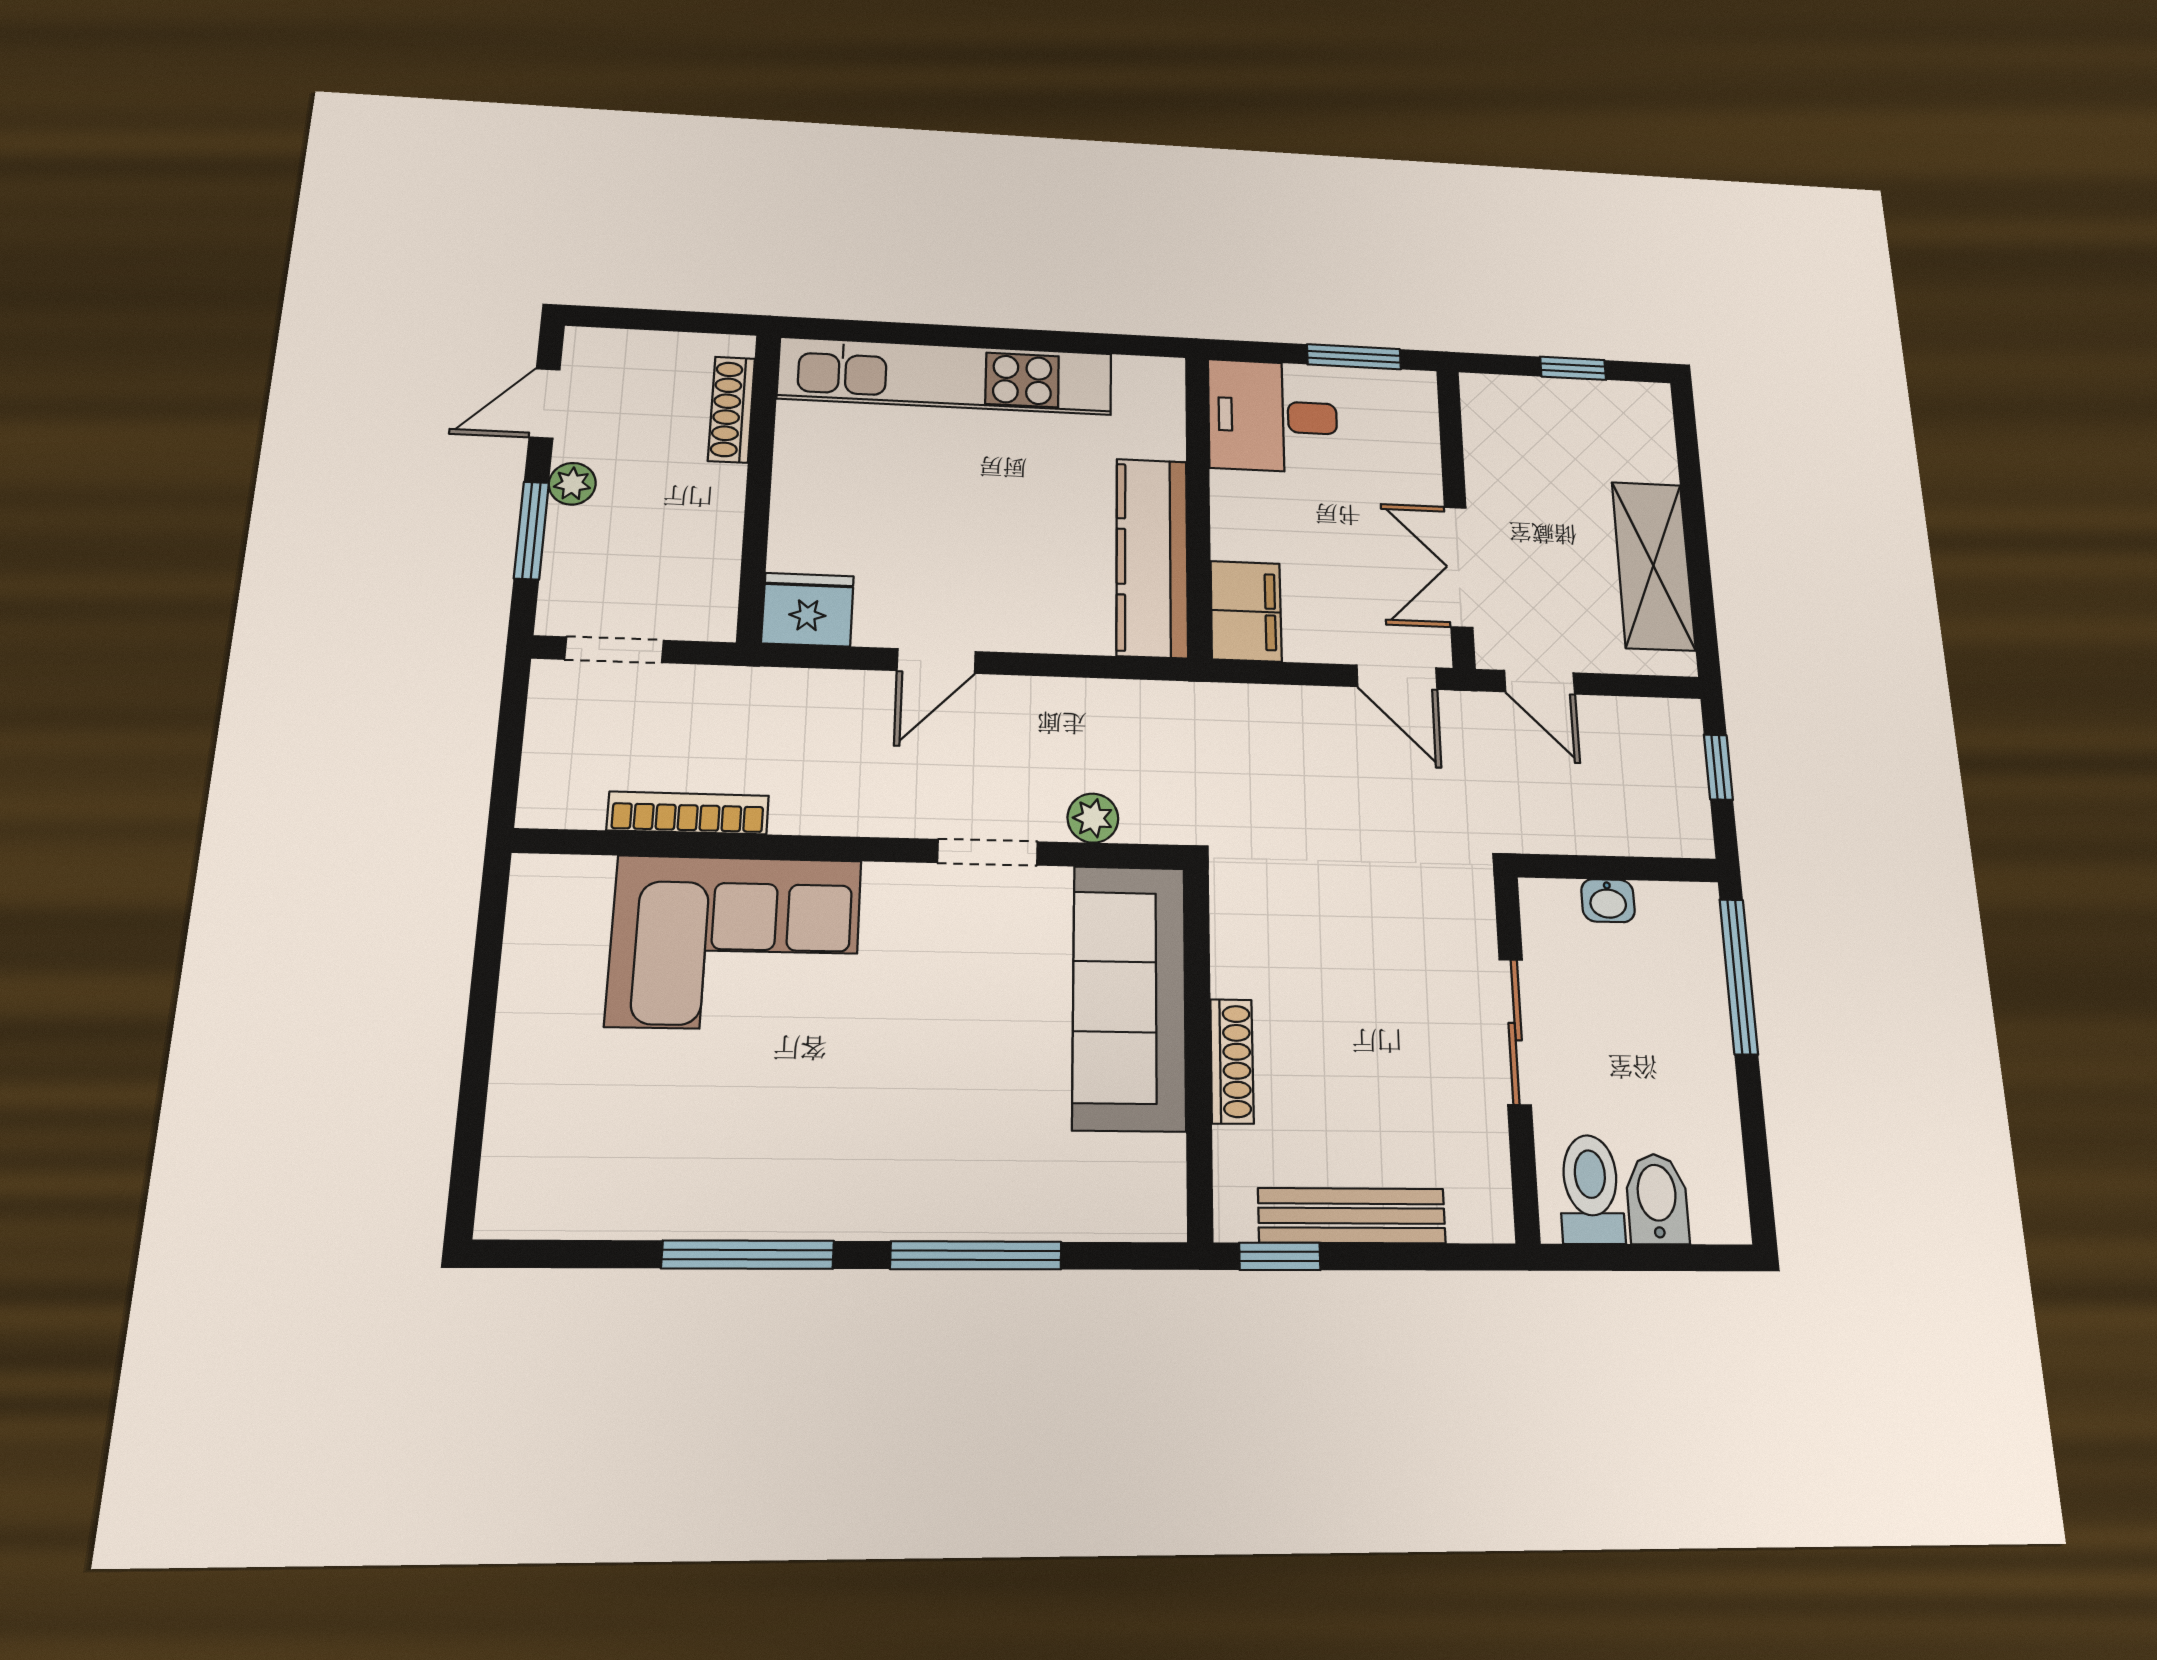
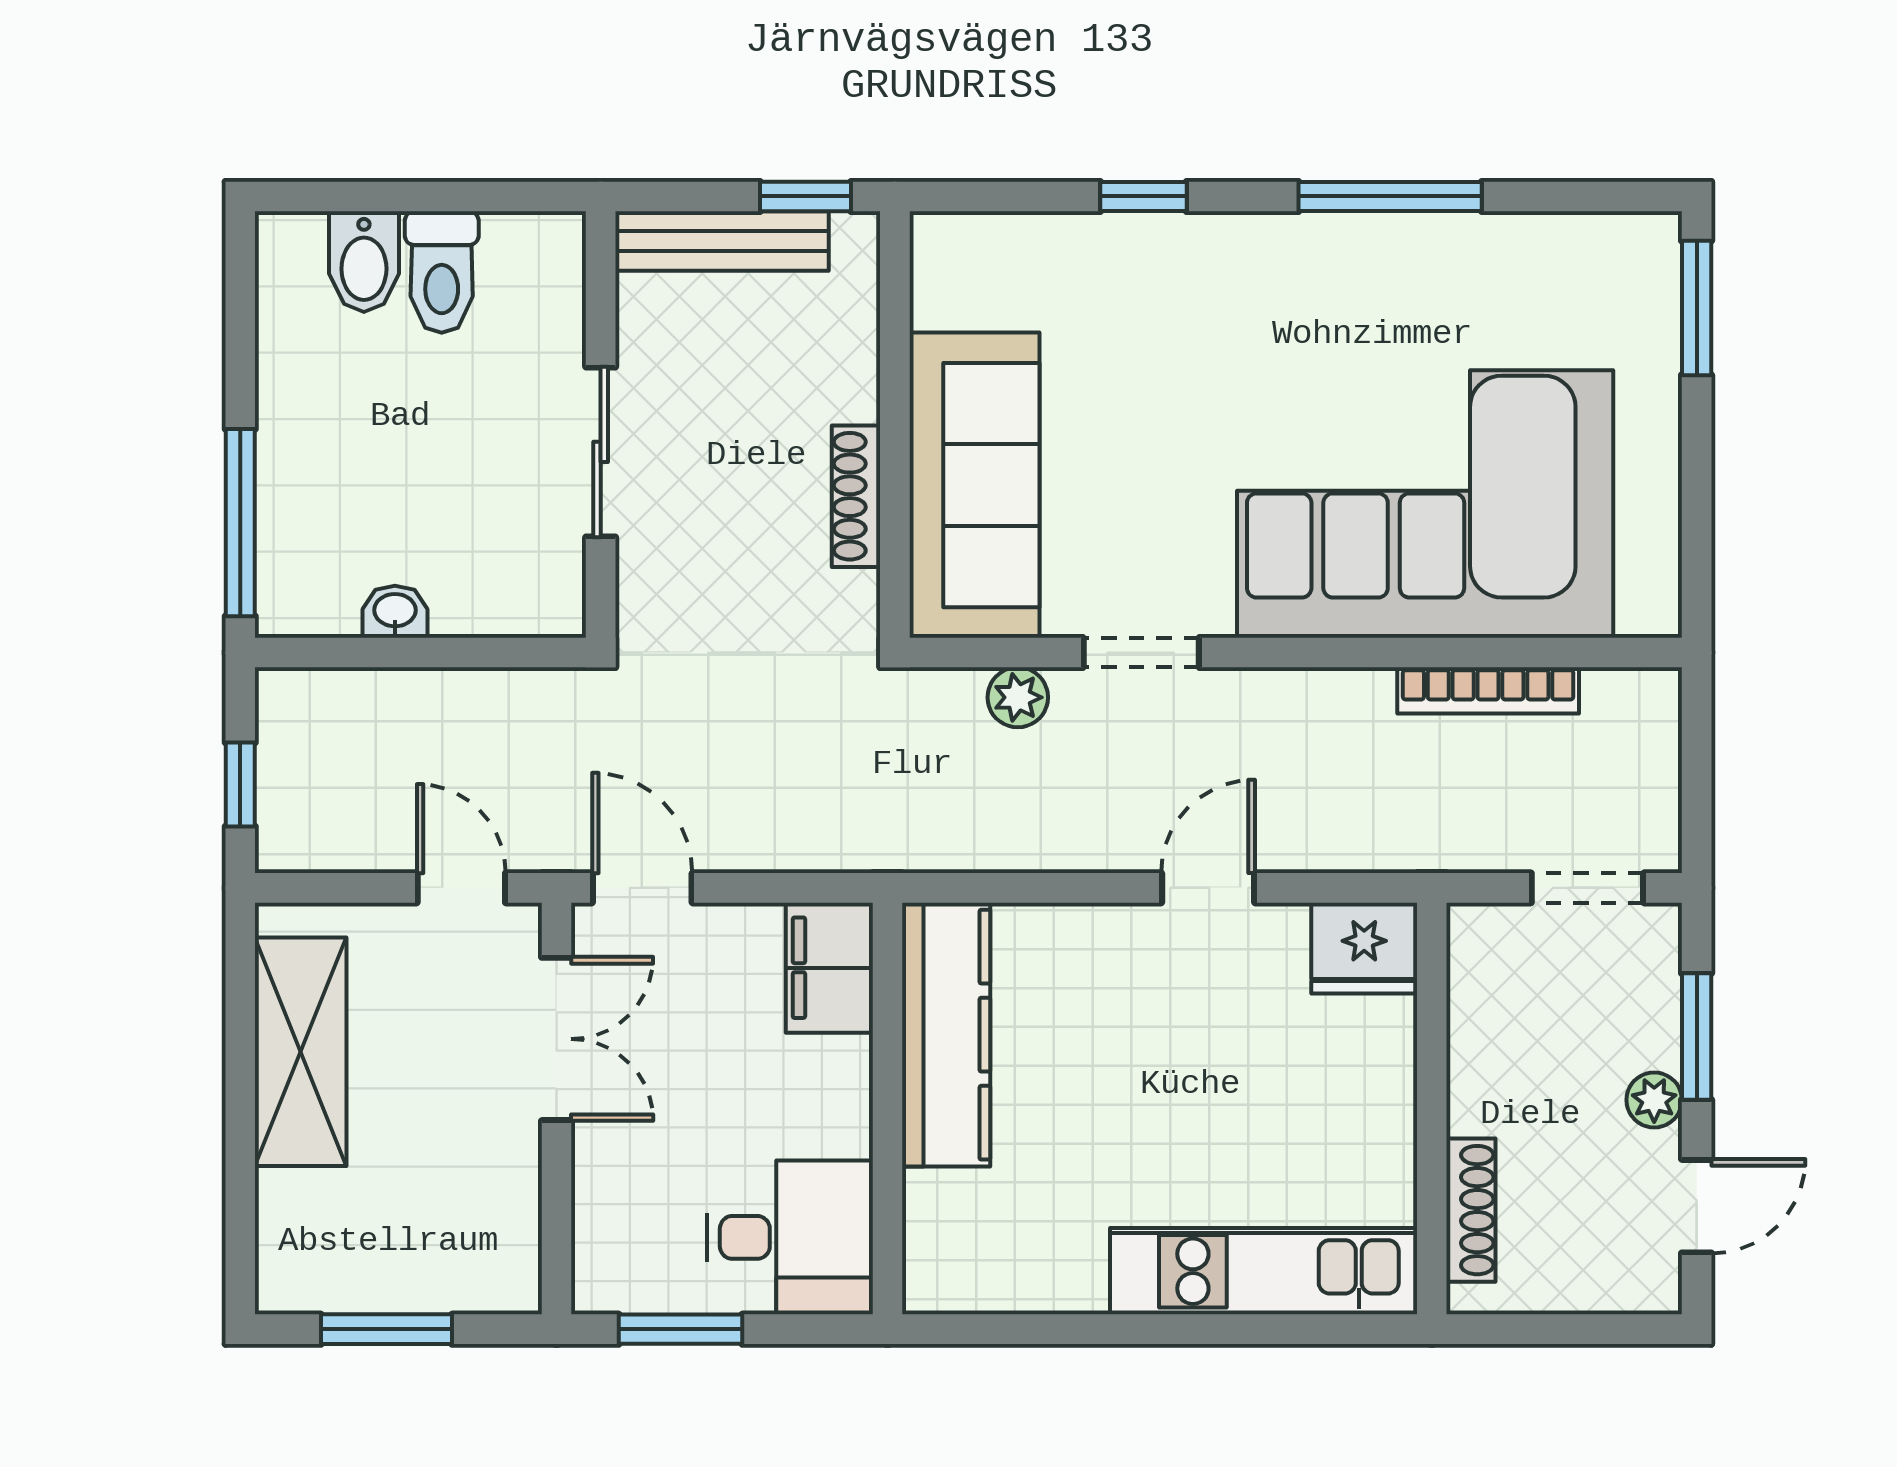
window: (1573, 368) -> (387, 1329), width x1.50
kitchen unit: (946, 376) -> (1264, 1271), width x0.73
corner sofa: (735, 943) -> (1425, 504), width x1.36, depth x1.36
sliding door: (1515, 1032) -> (601, 452), moved
wall: (1517, 1055) -> (601, 424), moved
shoe rack: (1232, 1061) -> (856, 496), moved
window: (468, 1148) -> (1697, 308), added
window: (976, 1255) -> (1143, 196), width x0.46

